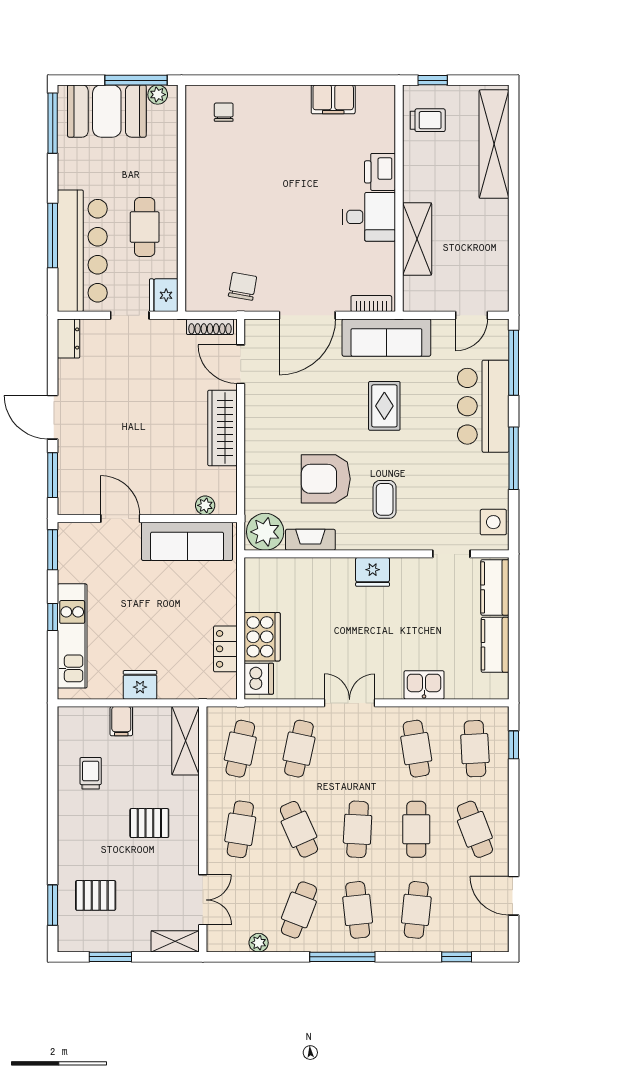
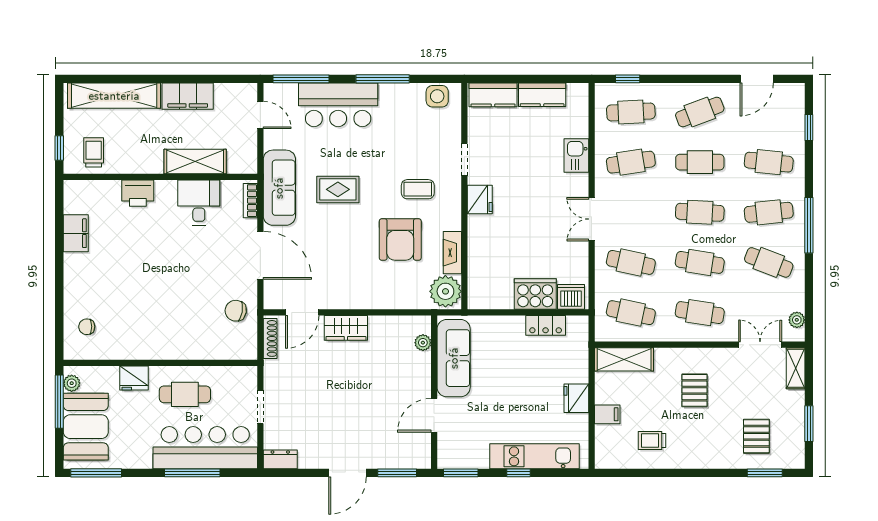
desk: (369, 217) -> (199, 202), moved
filing cabinet: (493, 230) -> (188, 96), added
fridge: (164, 295) -> (134, 378), moved
wardrobe: (222, 428) -> (346, 328), width x0.67
doorway: (451, 554) -> (464, 160), moved
cafe table: (299, 829) -> (700, 262), turned 33
plant: (259, 943) -> (797, 320), moved

